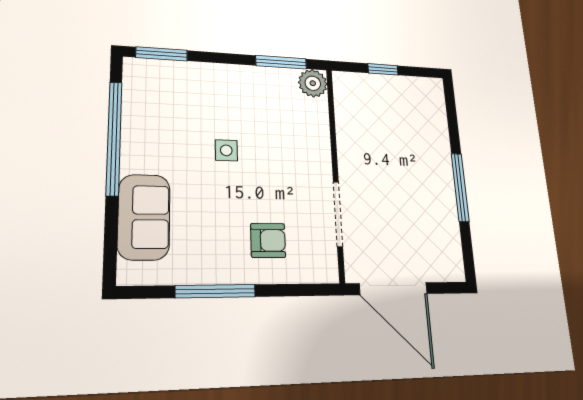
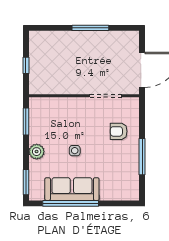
plant: (313, 83) -> (37, 152), moved
sofa: (144, 217) -> (72, 189), moved, width x1.36
armchair: (268, 240) -> (119, 131), turned -90

